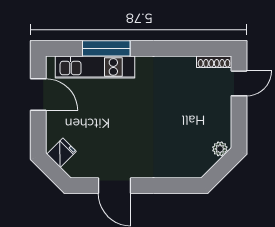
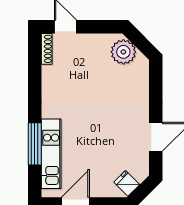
plant: (220, 149) -> (123, 52), width x1.88, depth x1.88

